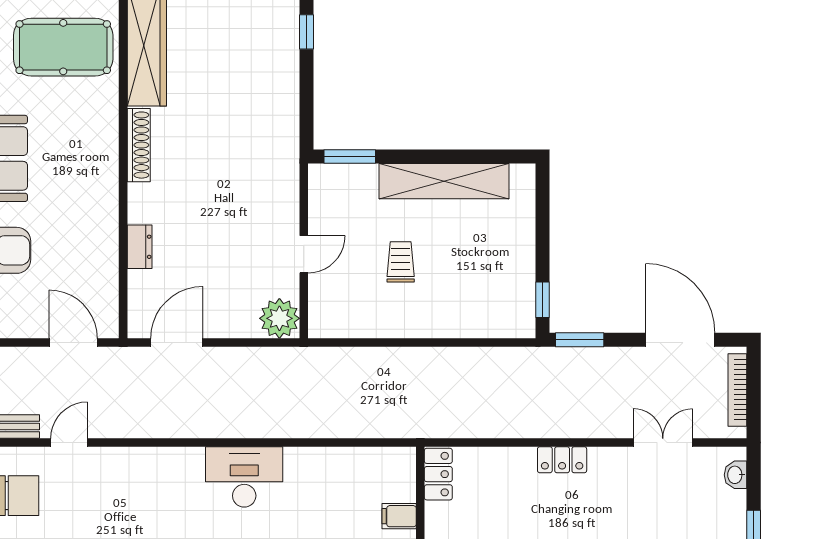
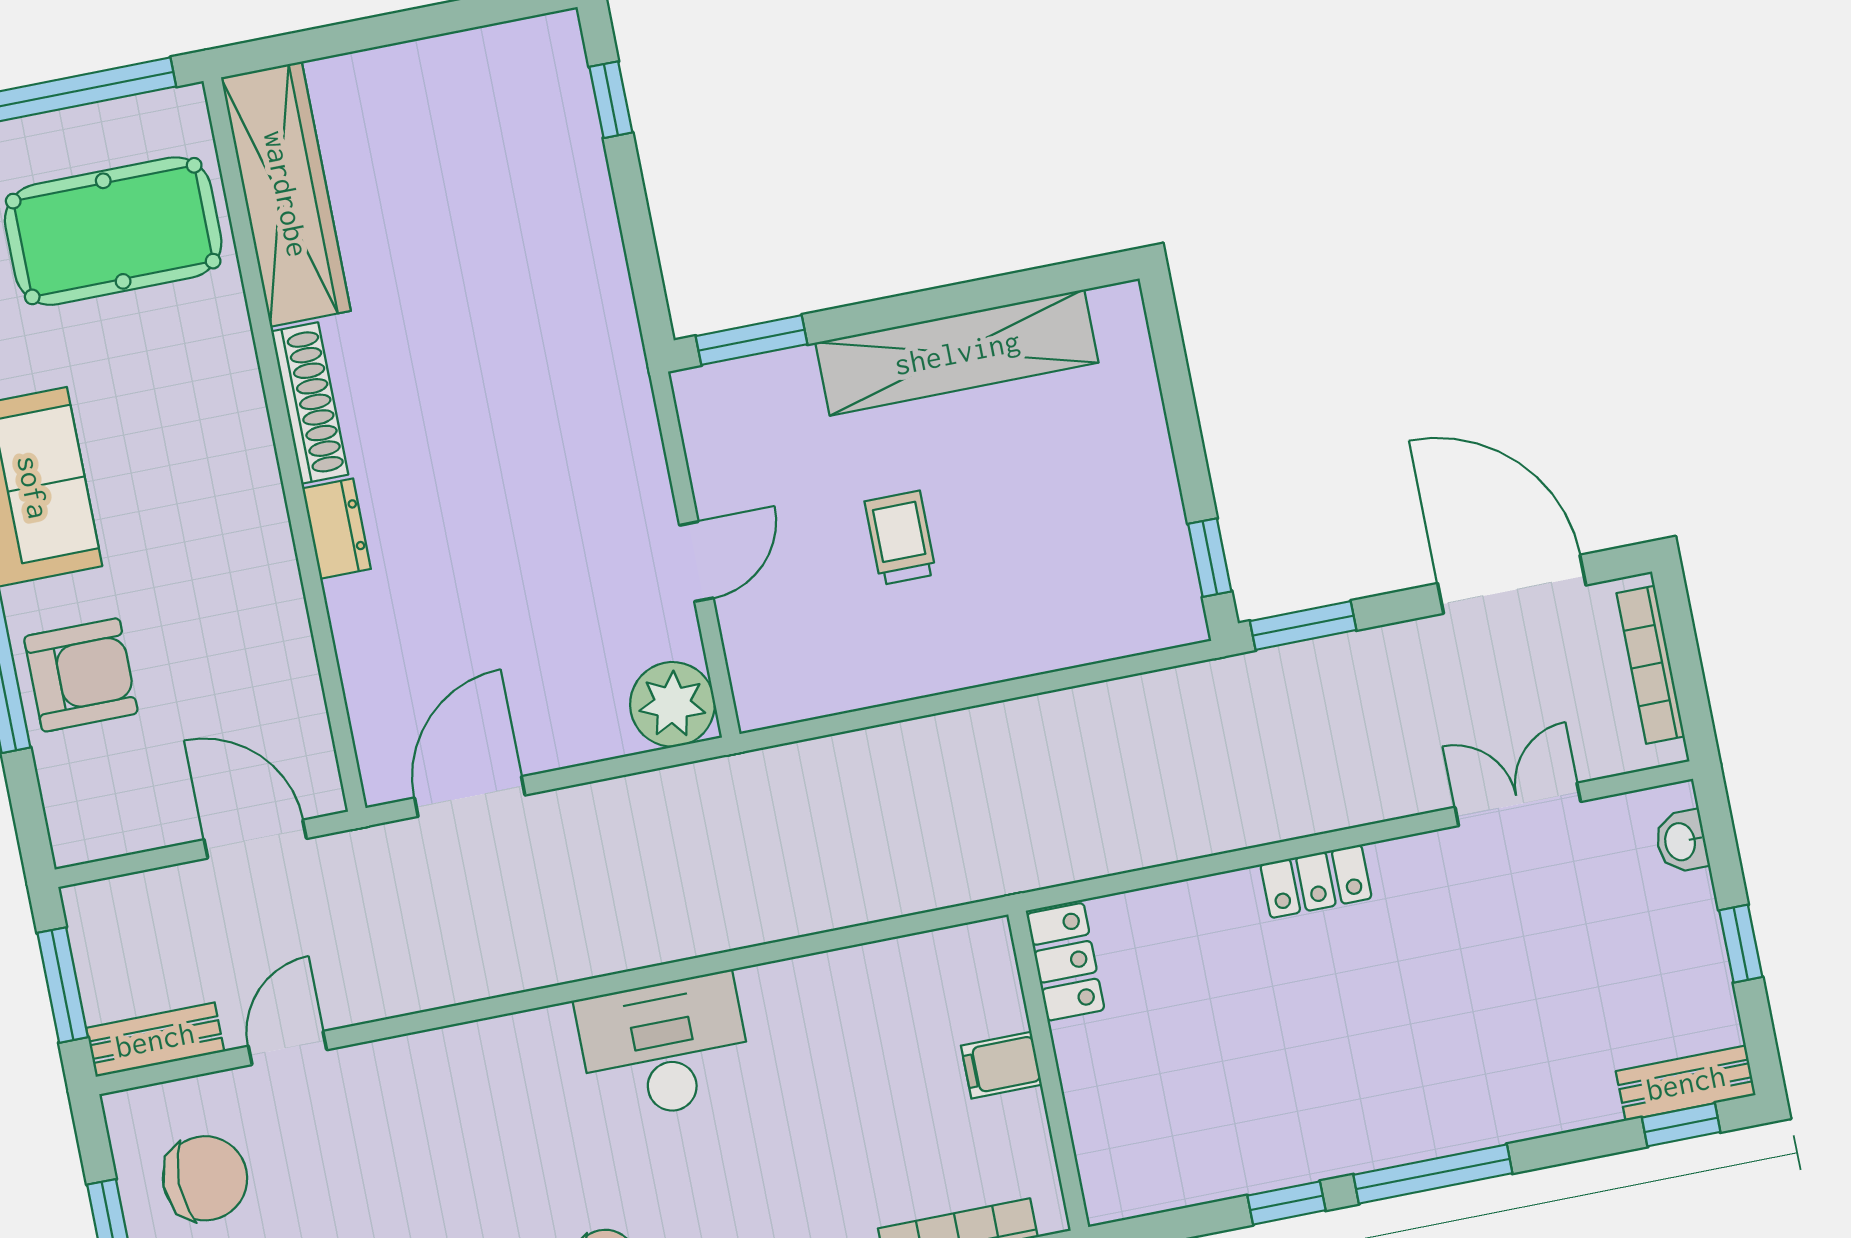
dresser: (140, 247) -> (337, 529), moved

